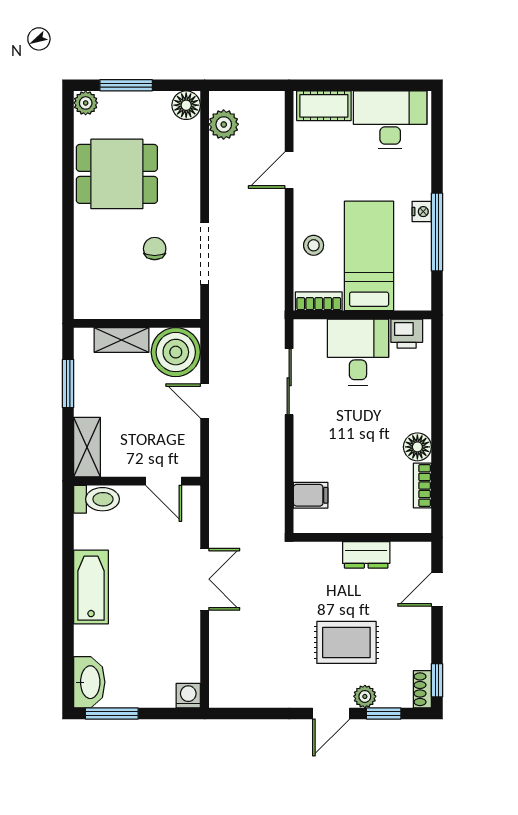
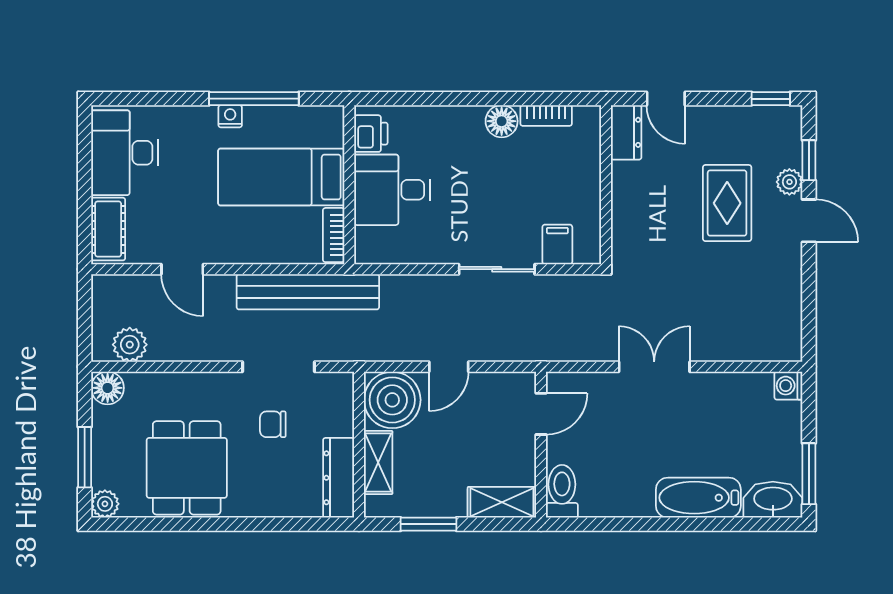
stool: (314, 245) -> (269, 241), removed
bench: (270, 279) -> (308, 292), added
dresser: (108, 306) -> (339, 478), added
sliding door: (289, 382) -> (497, 269), moved
dresser: (366, 555) -> (626, 132), moved
bathtub: (91, 587) -> (698, 498), moved
shoe rack: (422, 689) -> (781, 116), removed

